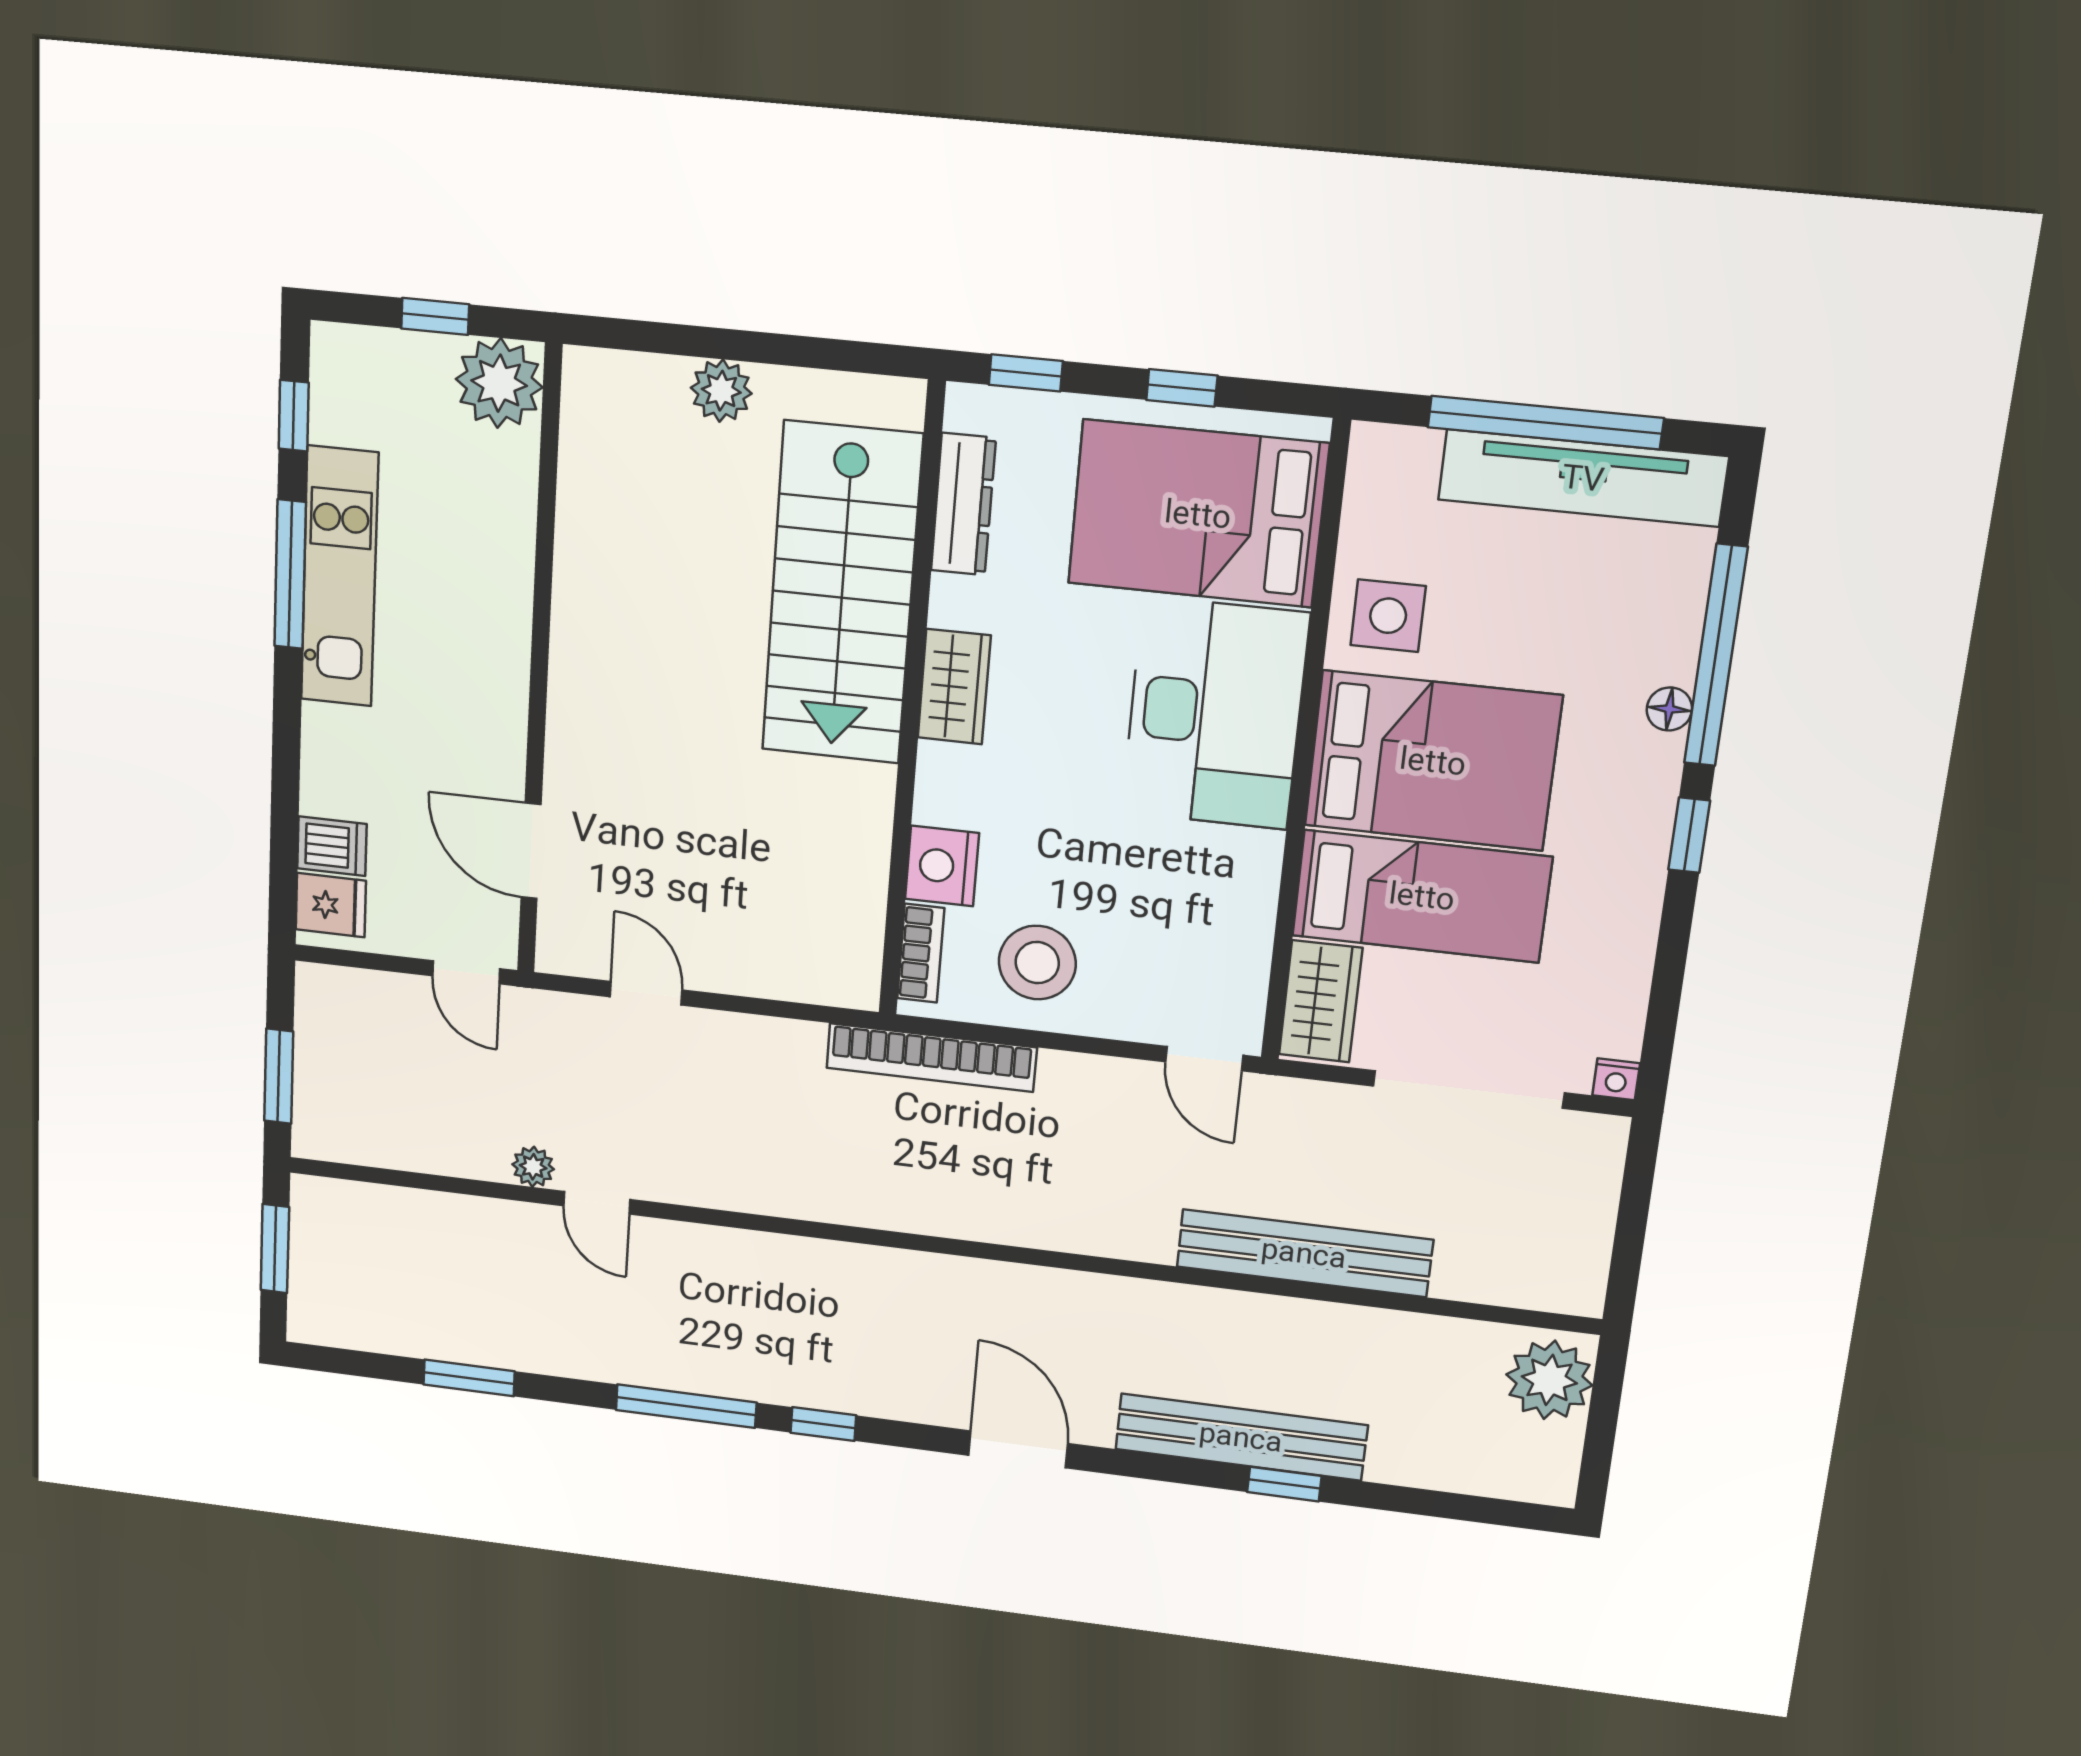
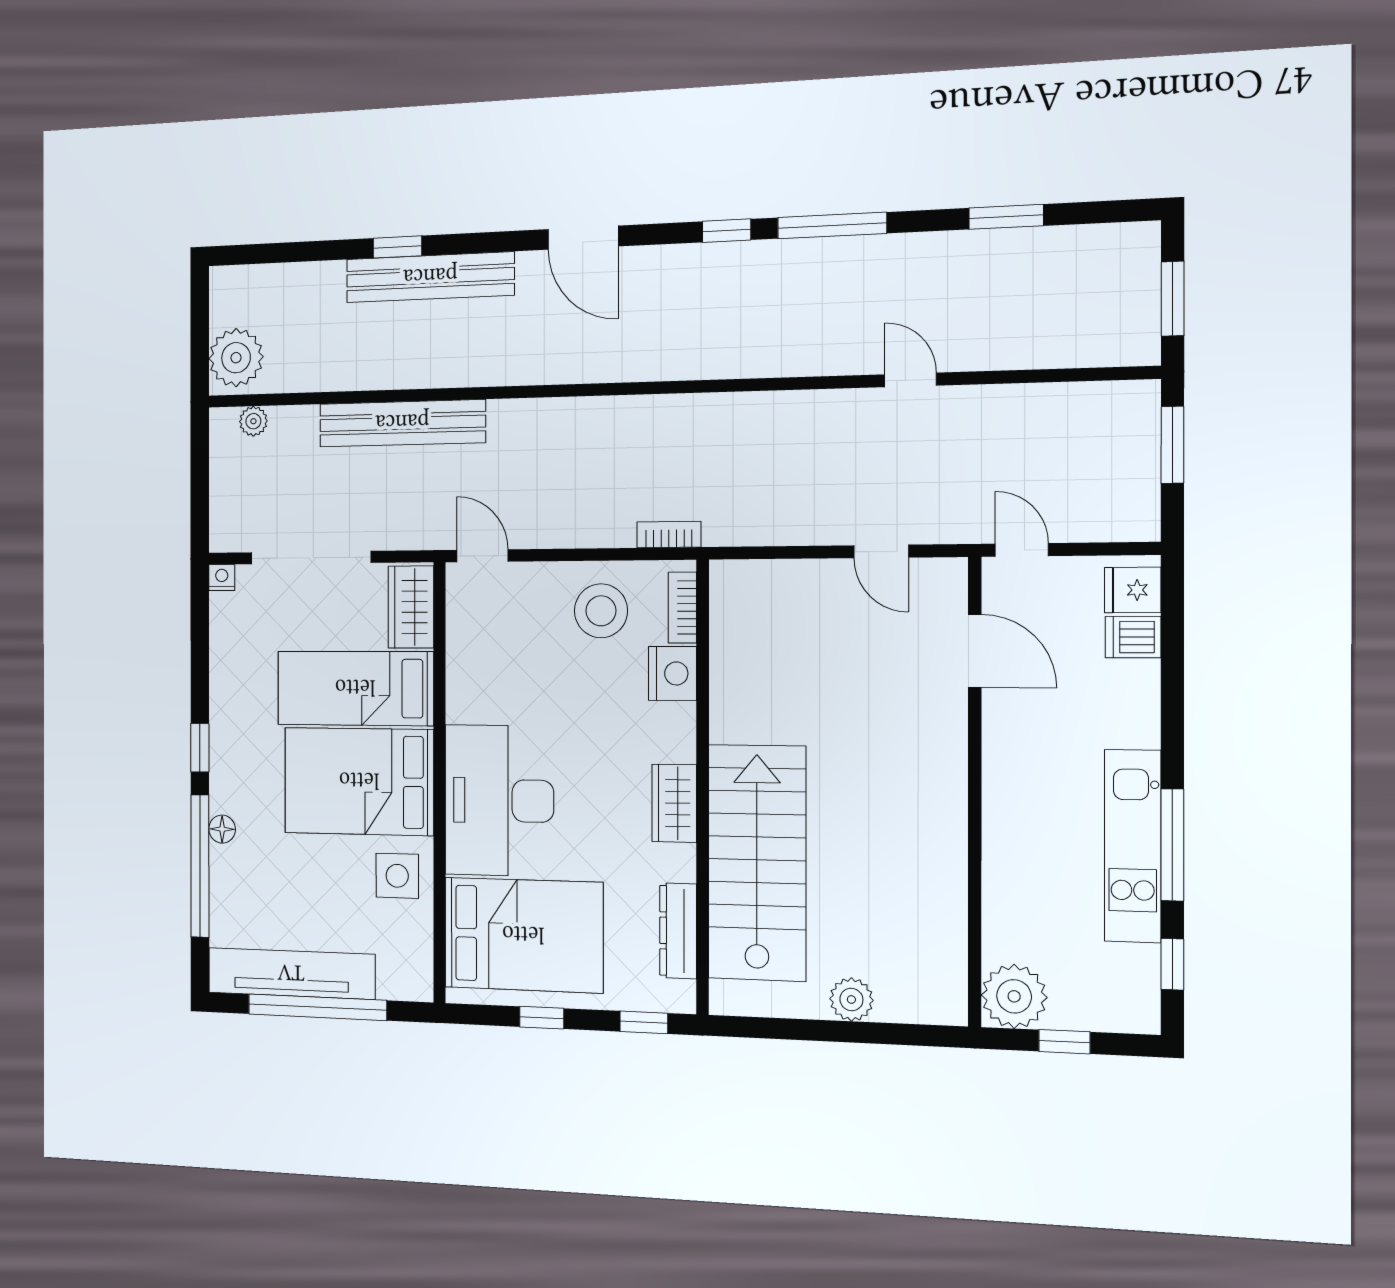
bookcase: (931, 1058) -> (669, 534), width x0.43, depth x0.76
plant: (533, 1167) -> (253, 421), moved

